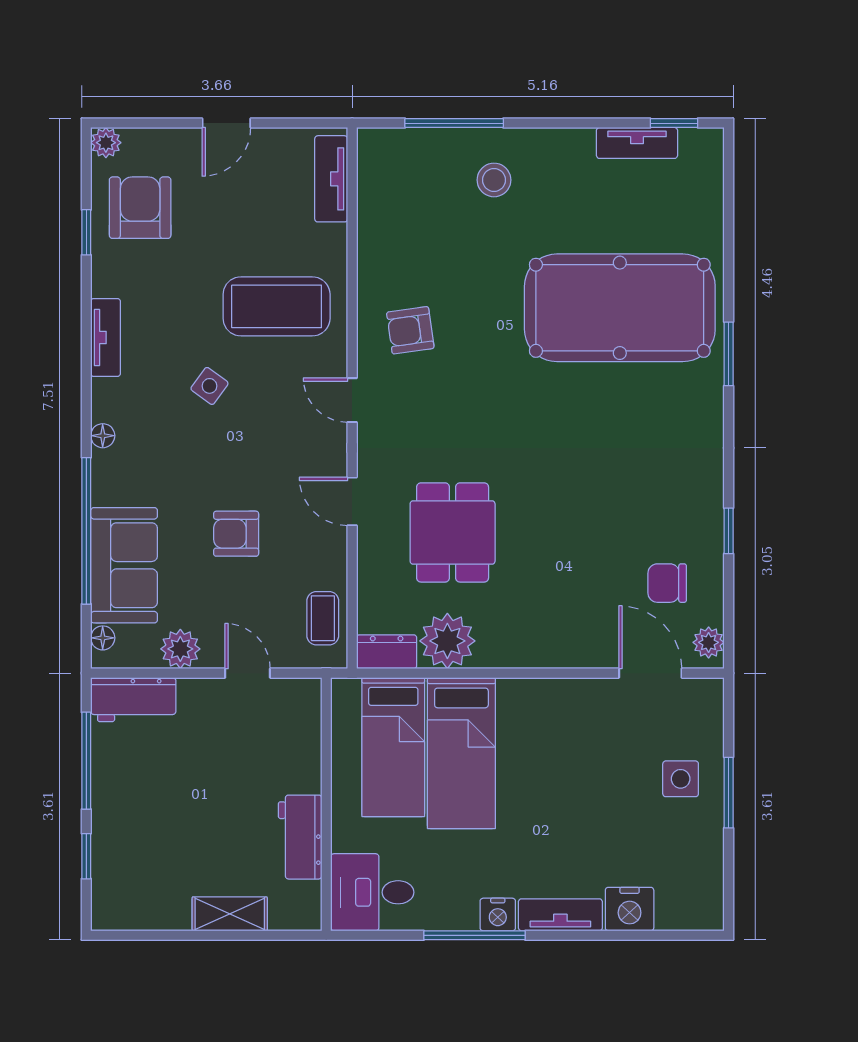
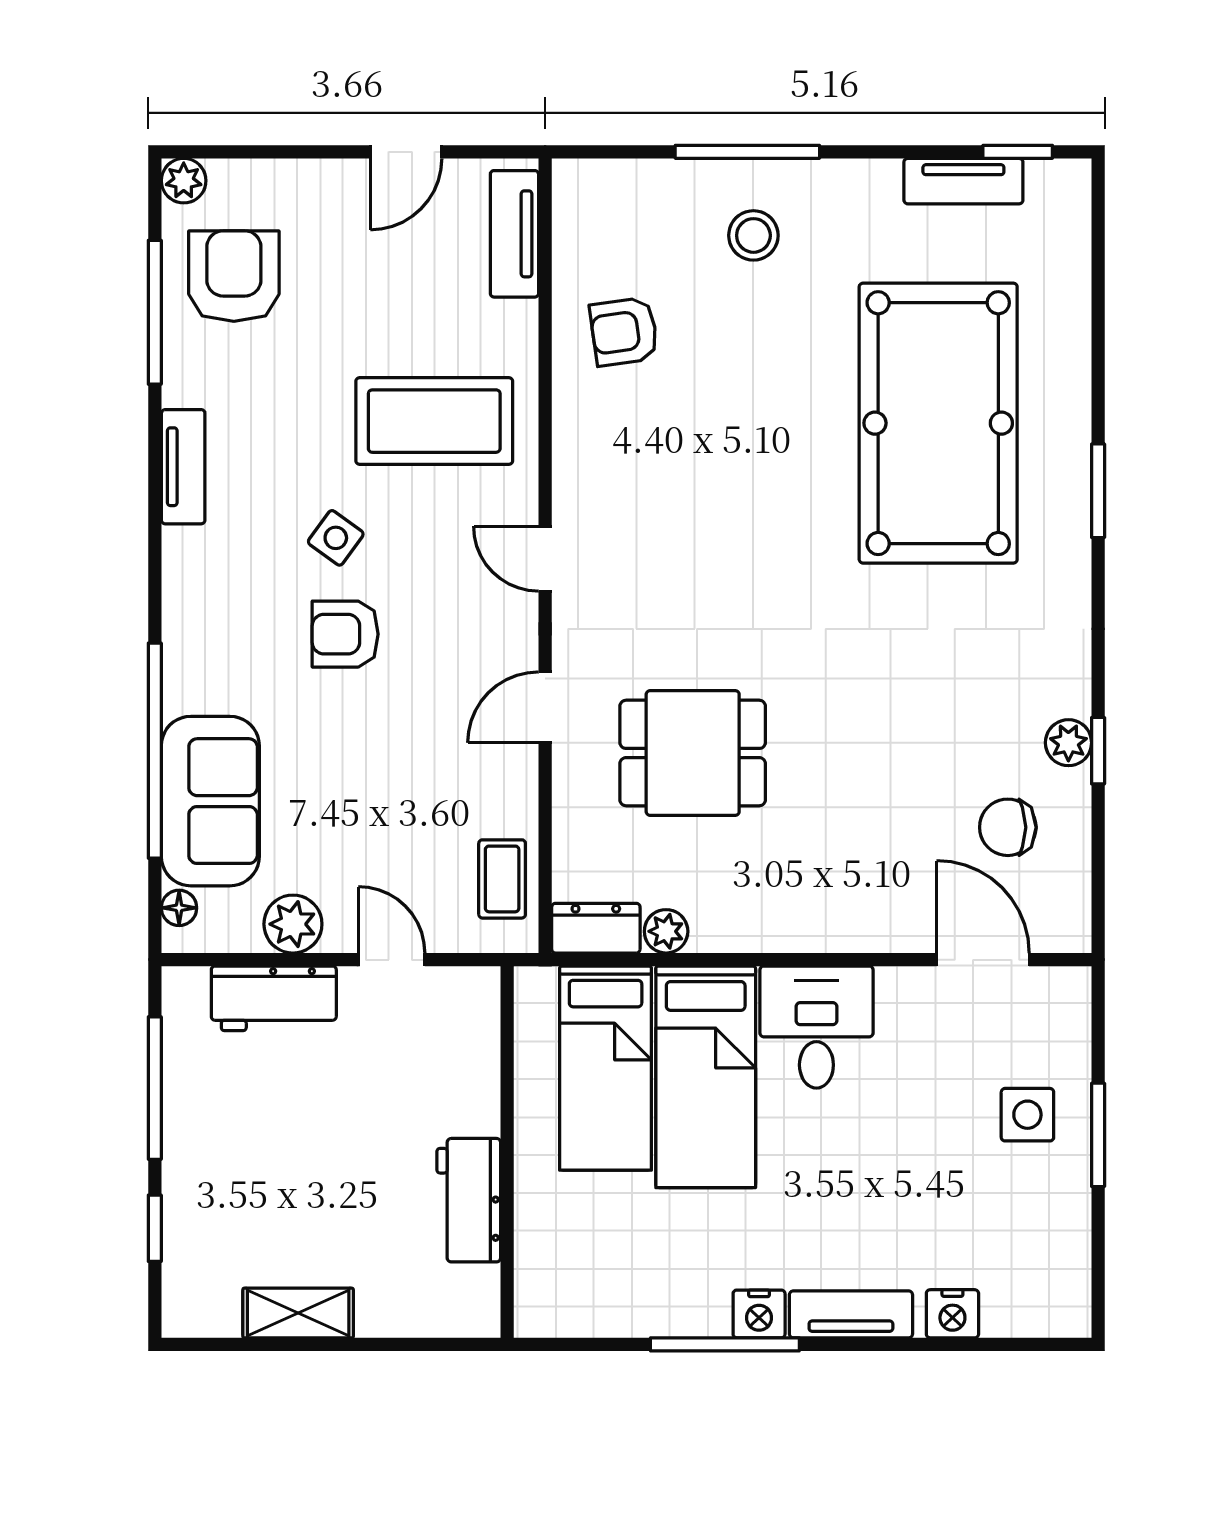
door: (226, 123) -> (406, 152), moved
window: (454, 123) -> (747, 152), moved
window: (86, 232) -> (155, 312), width x2.17
pool table: (620, 308) -> (938, 423), turned 90
armchair: (410, 330) -> (624, 332), moved
floor lamp: (103, 436) -> (179, 611), removed
door: (352, 501) -> (545, 707), hinge flipped
dining table: (453, 532) -> (693, 753), turned 90
armchair: (236, 534) -> (345, 634), moved
plant: (447, 641) -> (666, 931), width x0.53, depth x0.53
plant: (709, 642) -> (1068, 743), moved
workbench: (133, 700) -> (274, 998), moved
desk: (372, 892) -> (816, 1027), moved, turned 90
nightstand: (630, 909) -> (952, 1314), width x0.74, depth x0.75
shelving: (230, 914) -> (298, 1313), moved

